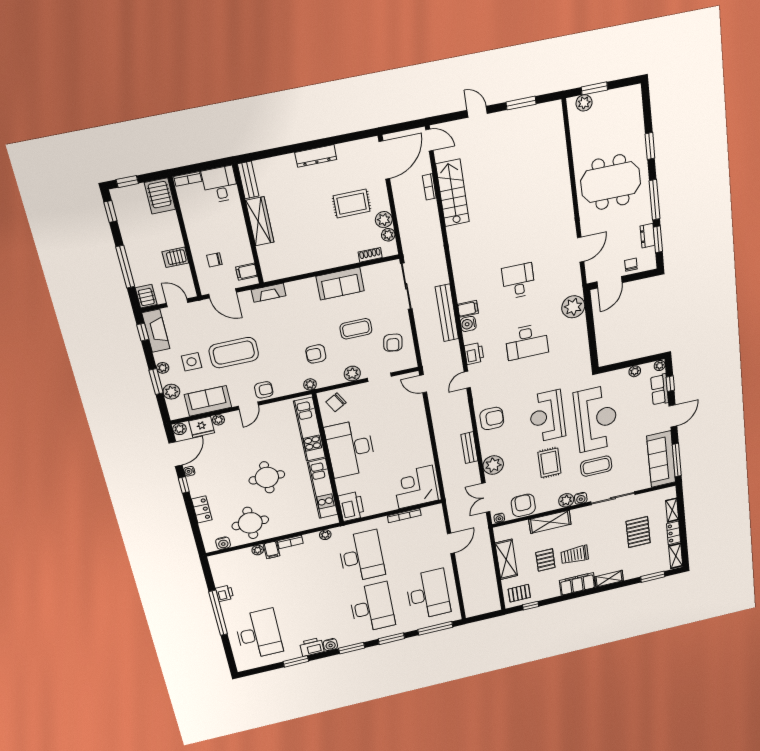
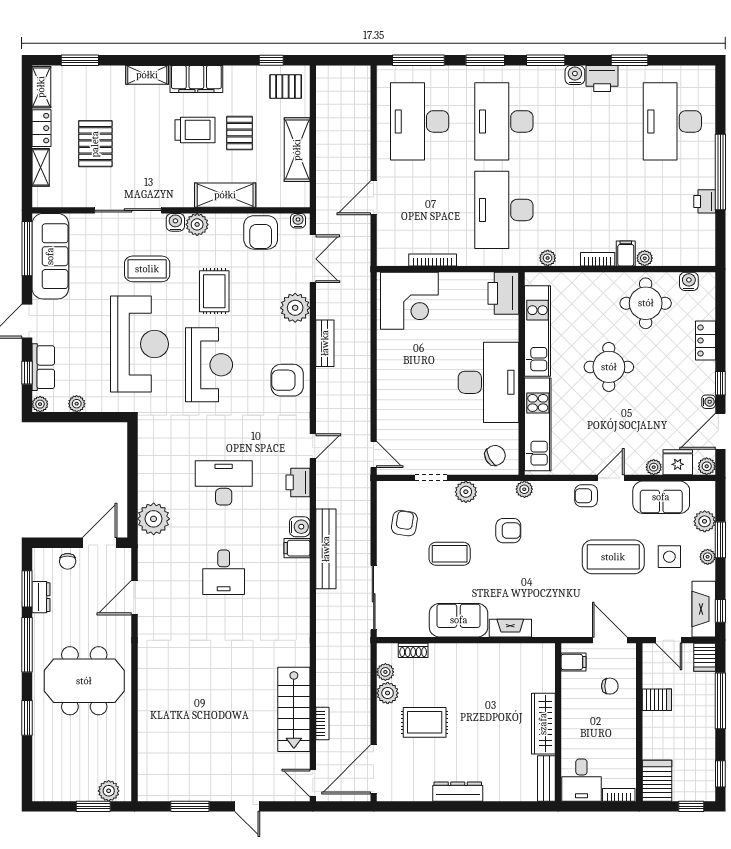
fireplace: (269, 293) -> (510, 628), moved
reception desk: (596, 419) -> (140, 344), turned 180

